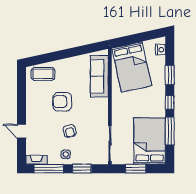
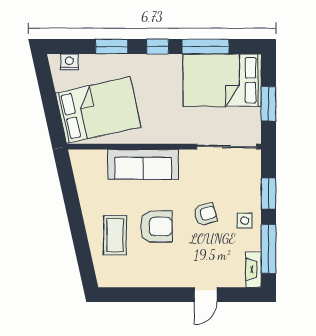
coffee table: (43, 74) -> (115, 235), moved
sofa: (99, 76) -> (143, 164), moved
armchair: (62, 102) -> (156, 226), turned -90

